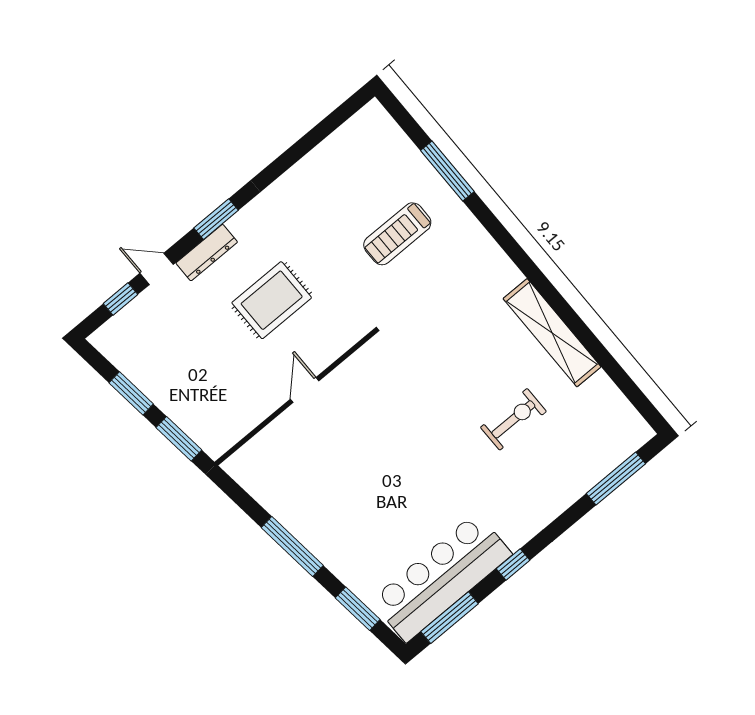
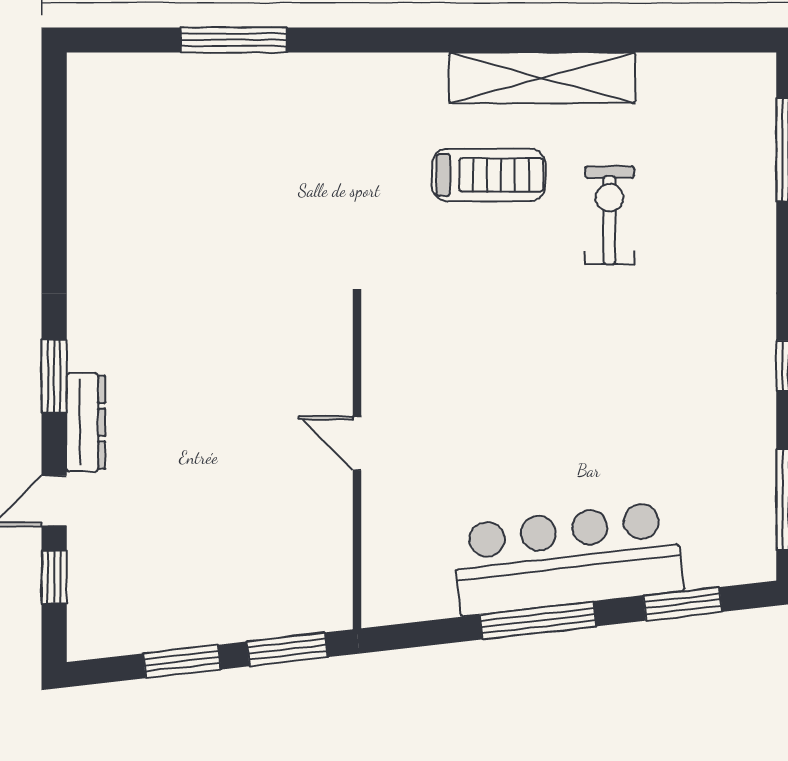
treadmill: (397, 234) -> (489, 175), moved, turned -90
rug: (272, 300) -> (212, 391), removed
bar counter: (441, 577) -> (567, 559), moved, turned 83

